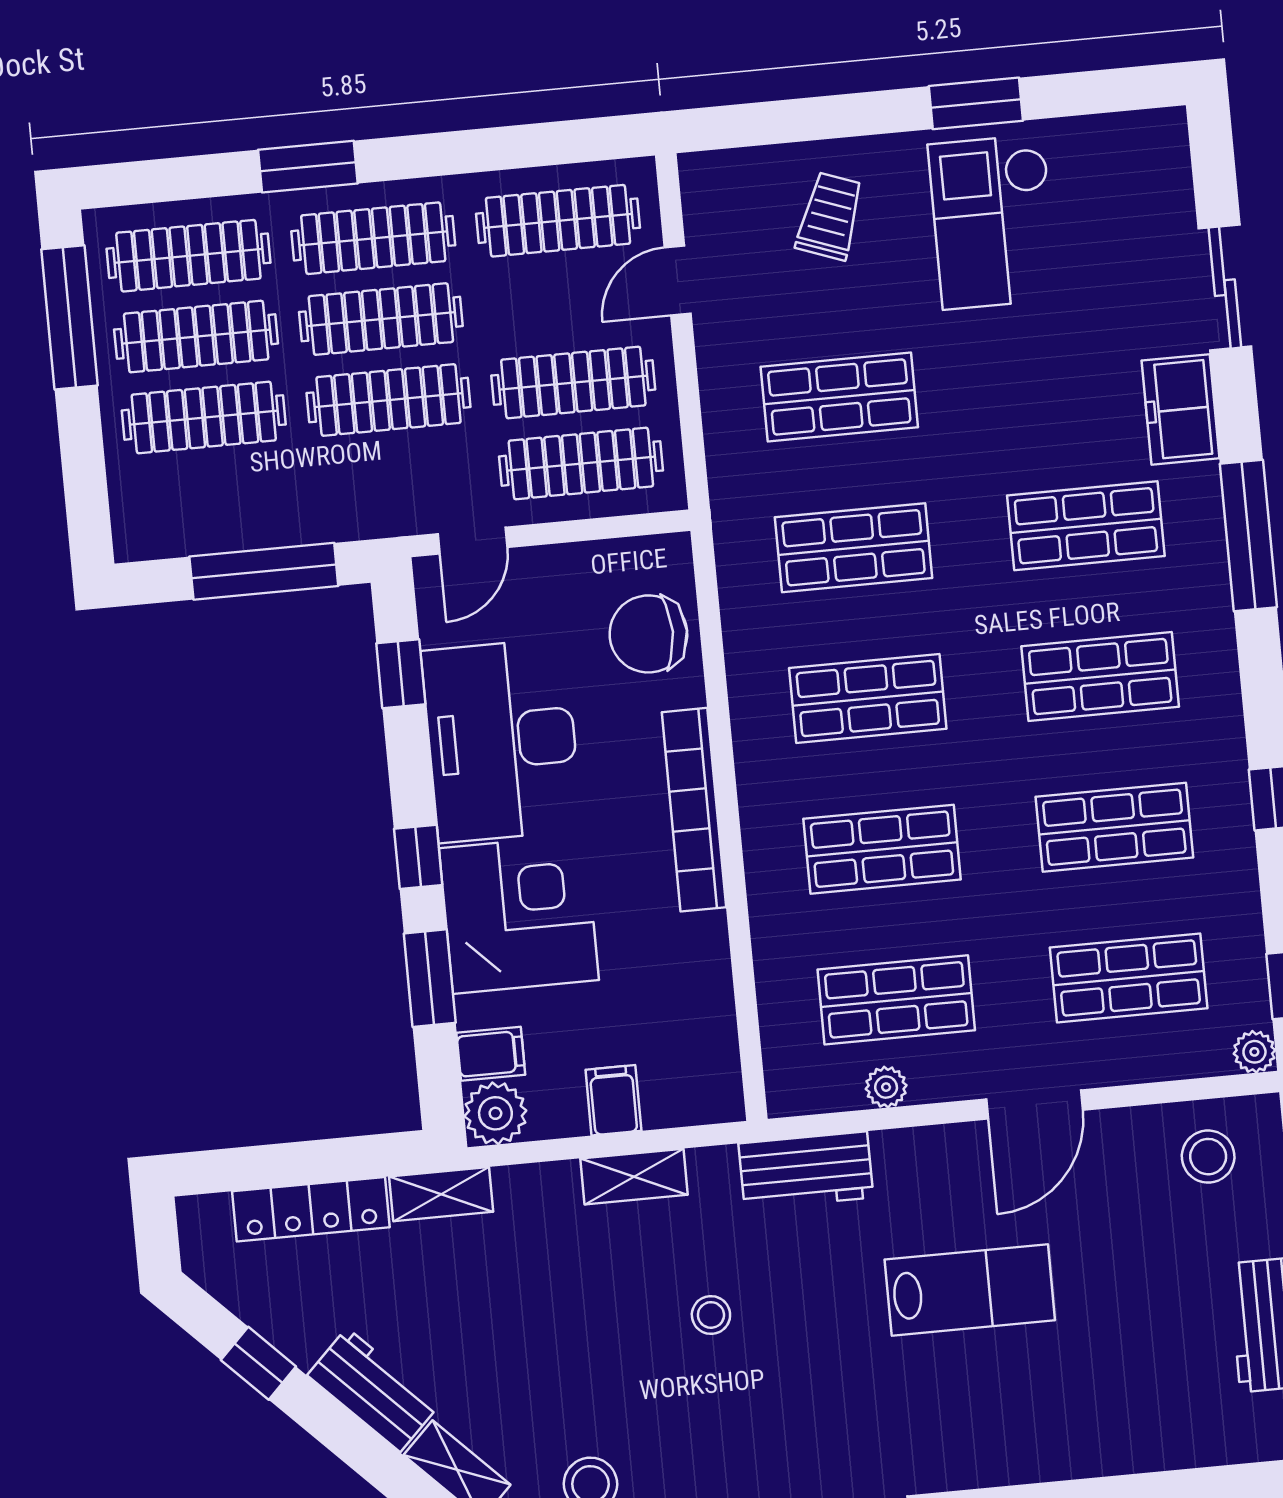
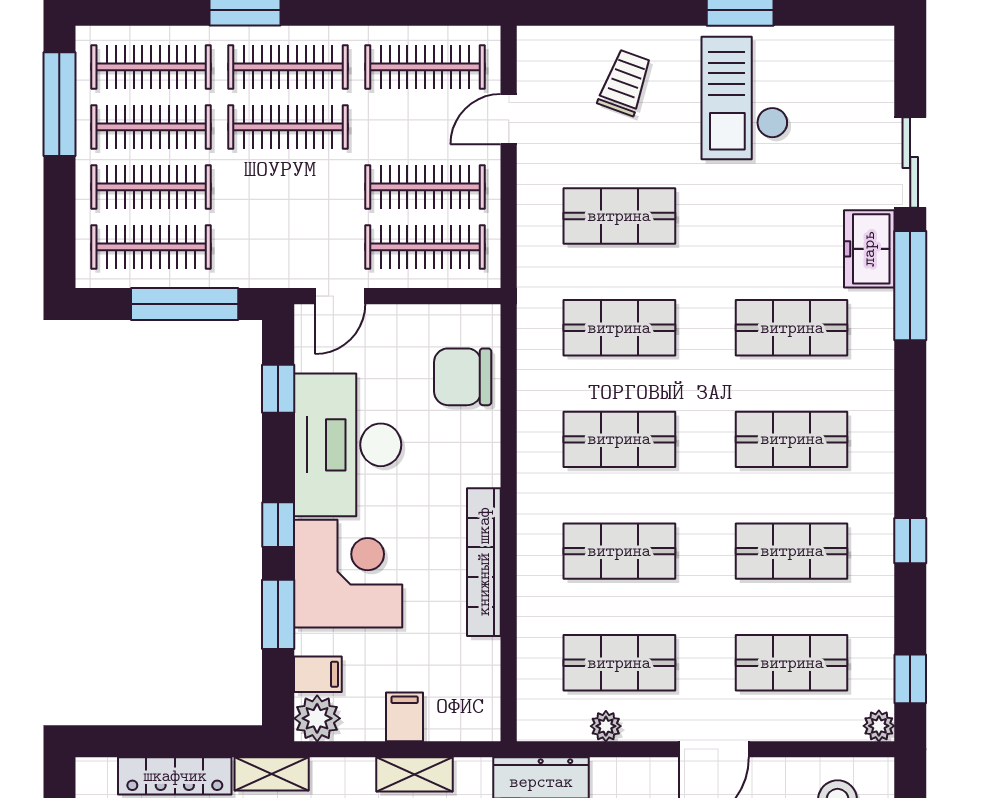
clothes rail: (389, 400) -> (151, 247), moved
window: (1248, 535) -> (910, 286), moved
bookcase: (694, 810) -> (484, 562), moved

